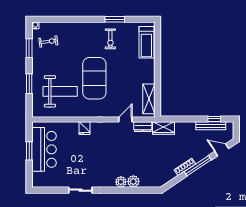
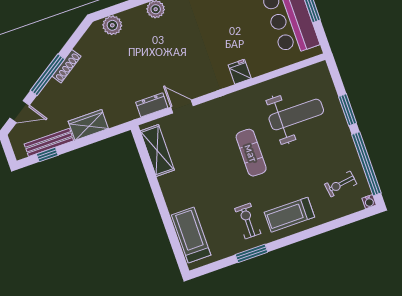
treadmill: (85, 34) -> (289, 215), added
window: (29, 48) -> (366, 164), width x2.11
exercise mat: (94, 78) -> (251, 153), width x0.50, depth x0.69
weight bench: (60, 91) -> (296, 115), turned 180
door: (125, 120) -> (182, 106), swing flipped
wardrobe: (163, 128) -> (88, 125), moved
plant: (133, 181) -> (112, 25), moved

